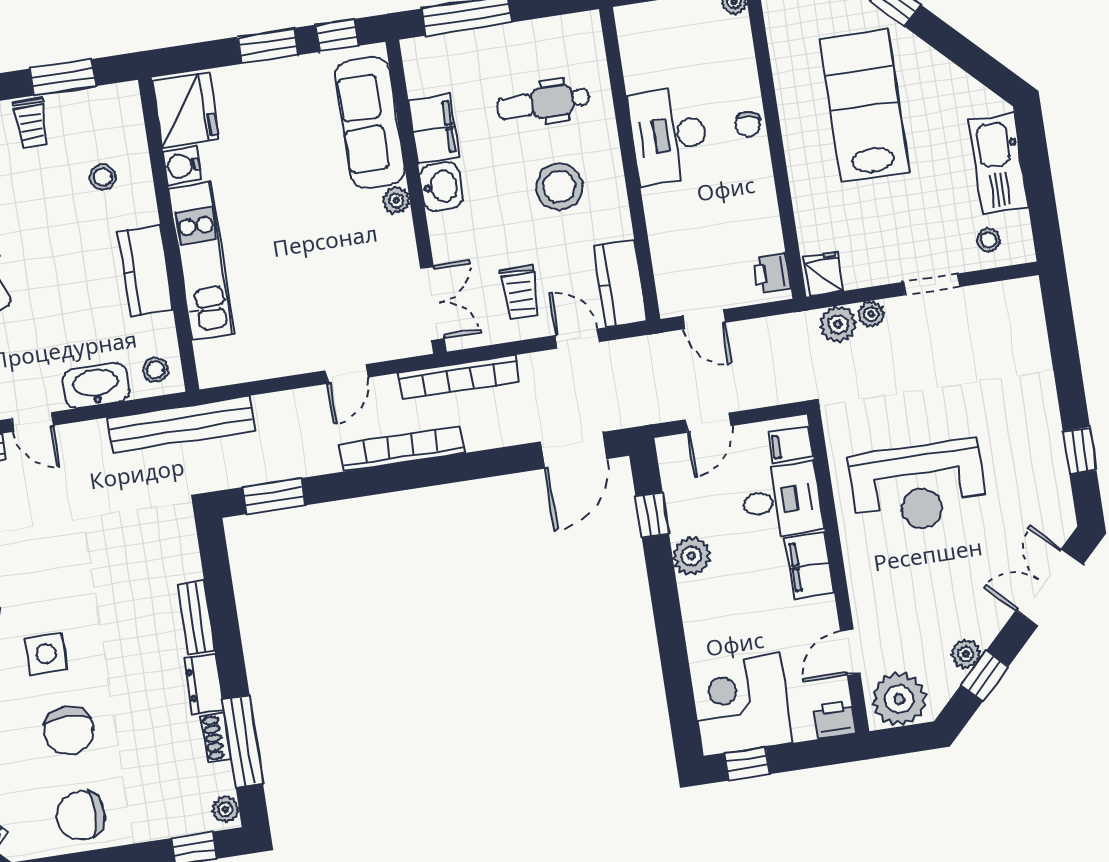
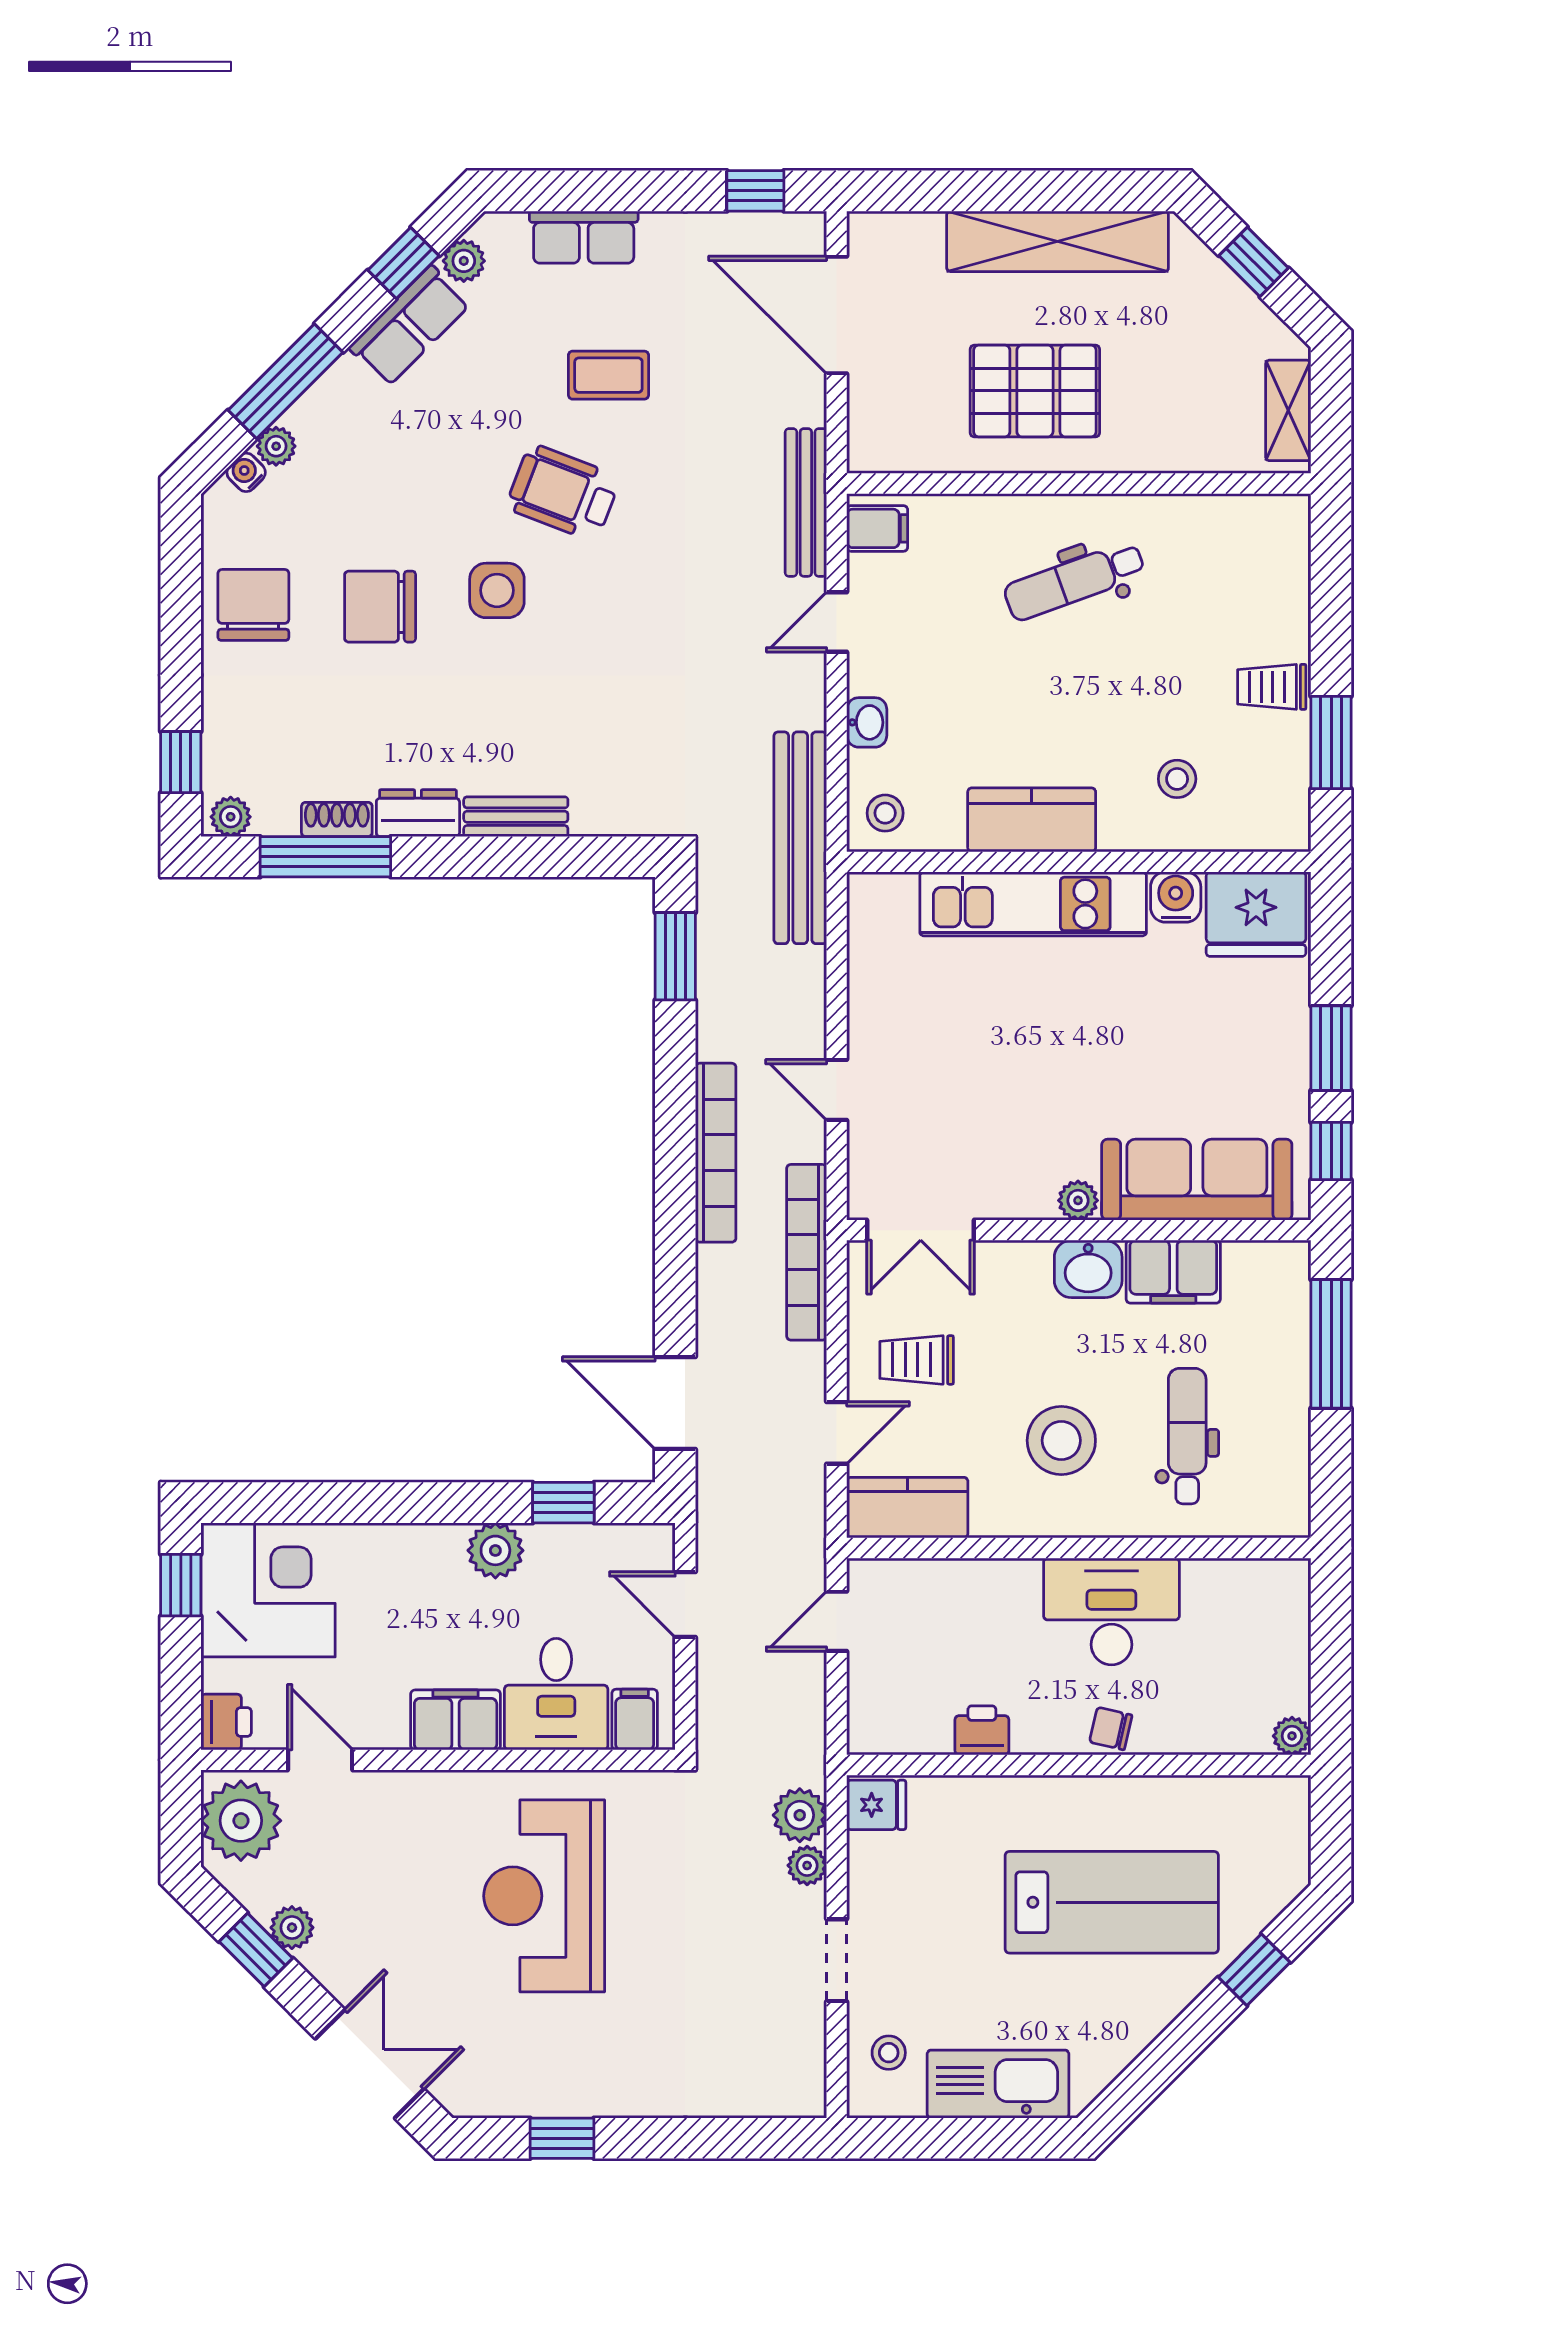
printer: (772, 273) -> (982, 1730), moved
washbasin: (96, 385) -> (867, 722), width x0.52, depth x0.69

